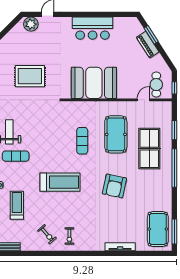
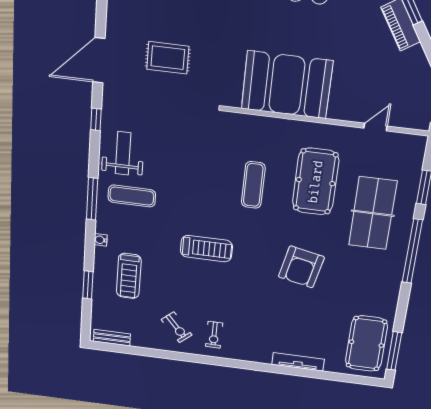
rug: (30, 76) -> (168, 58), width x0.73, depth x0.70
cafe table: (156, 85) -> (404, 102), removed
treadmill: (60, 182) -> (206, 249), width x0.73, depth x0.73
treadmill: (17, 205) -> (129, 276), turned 180

